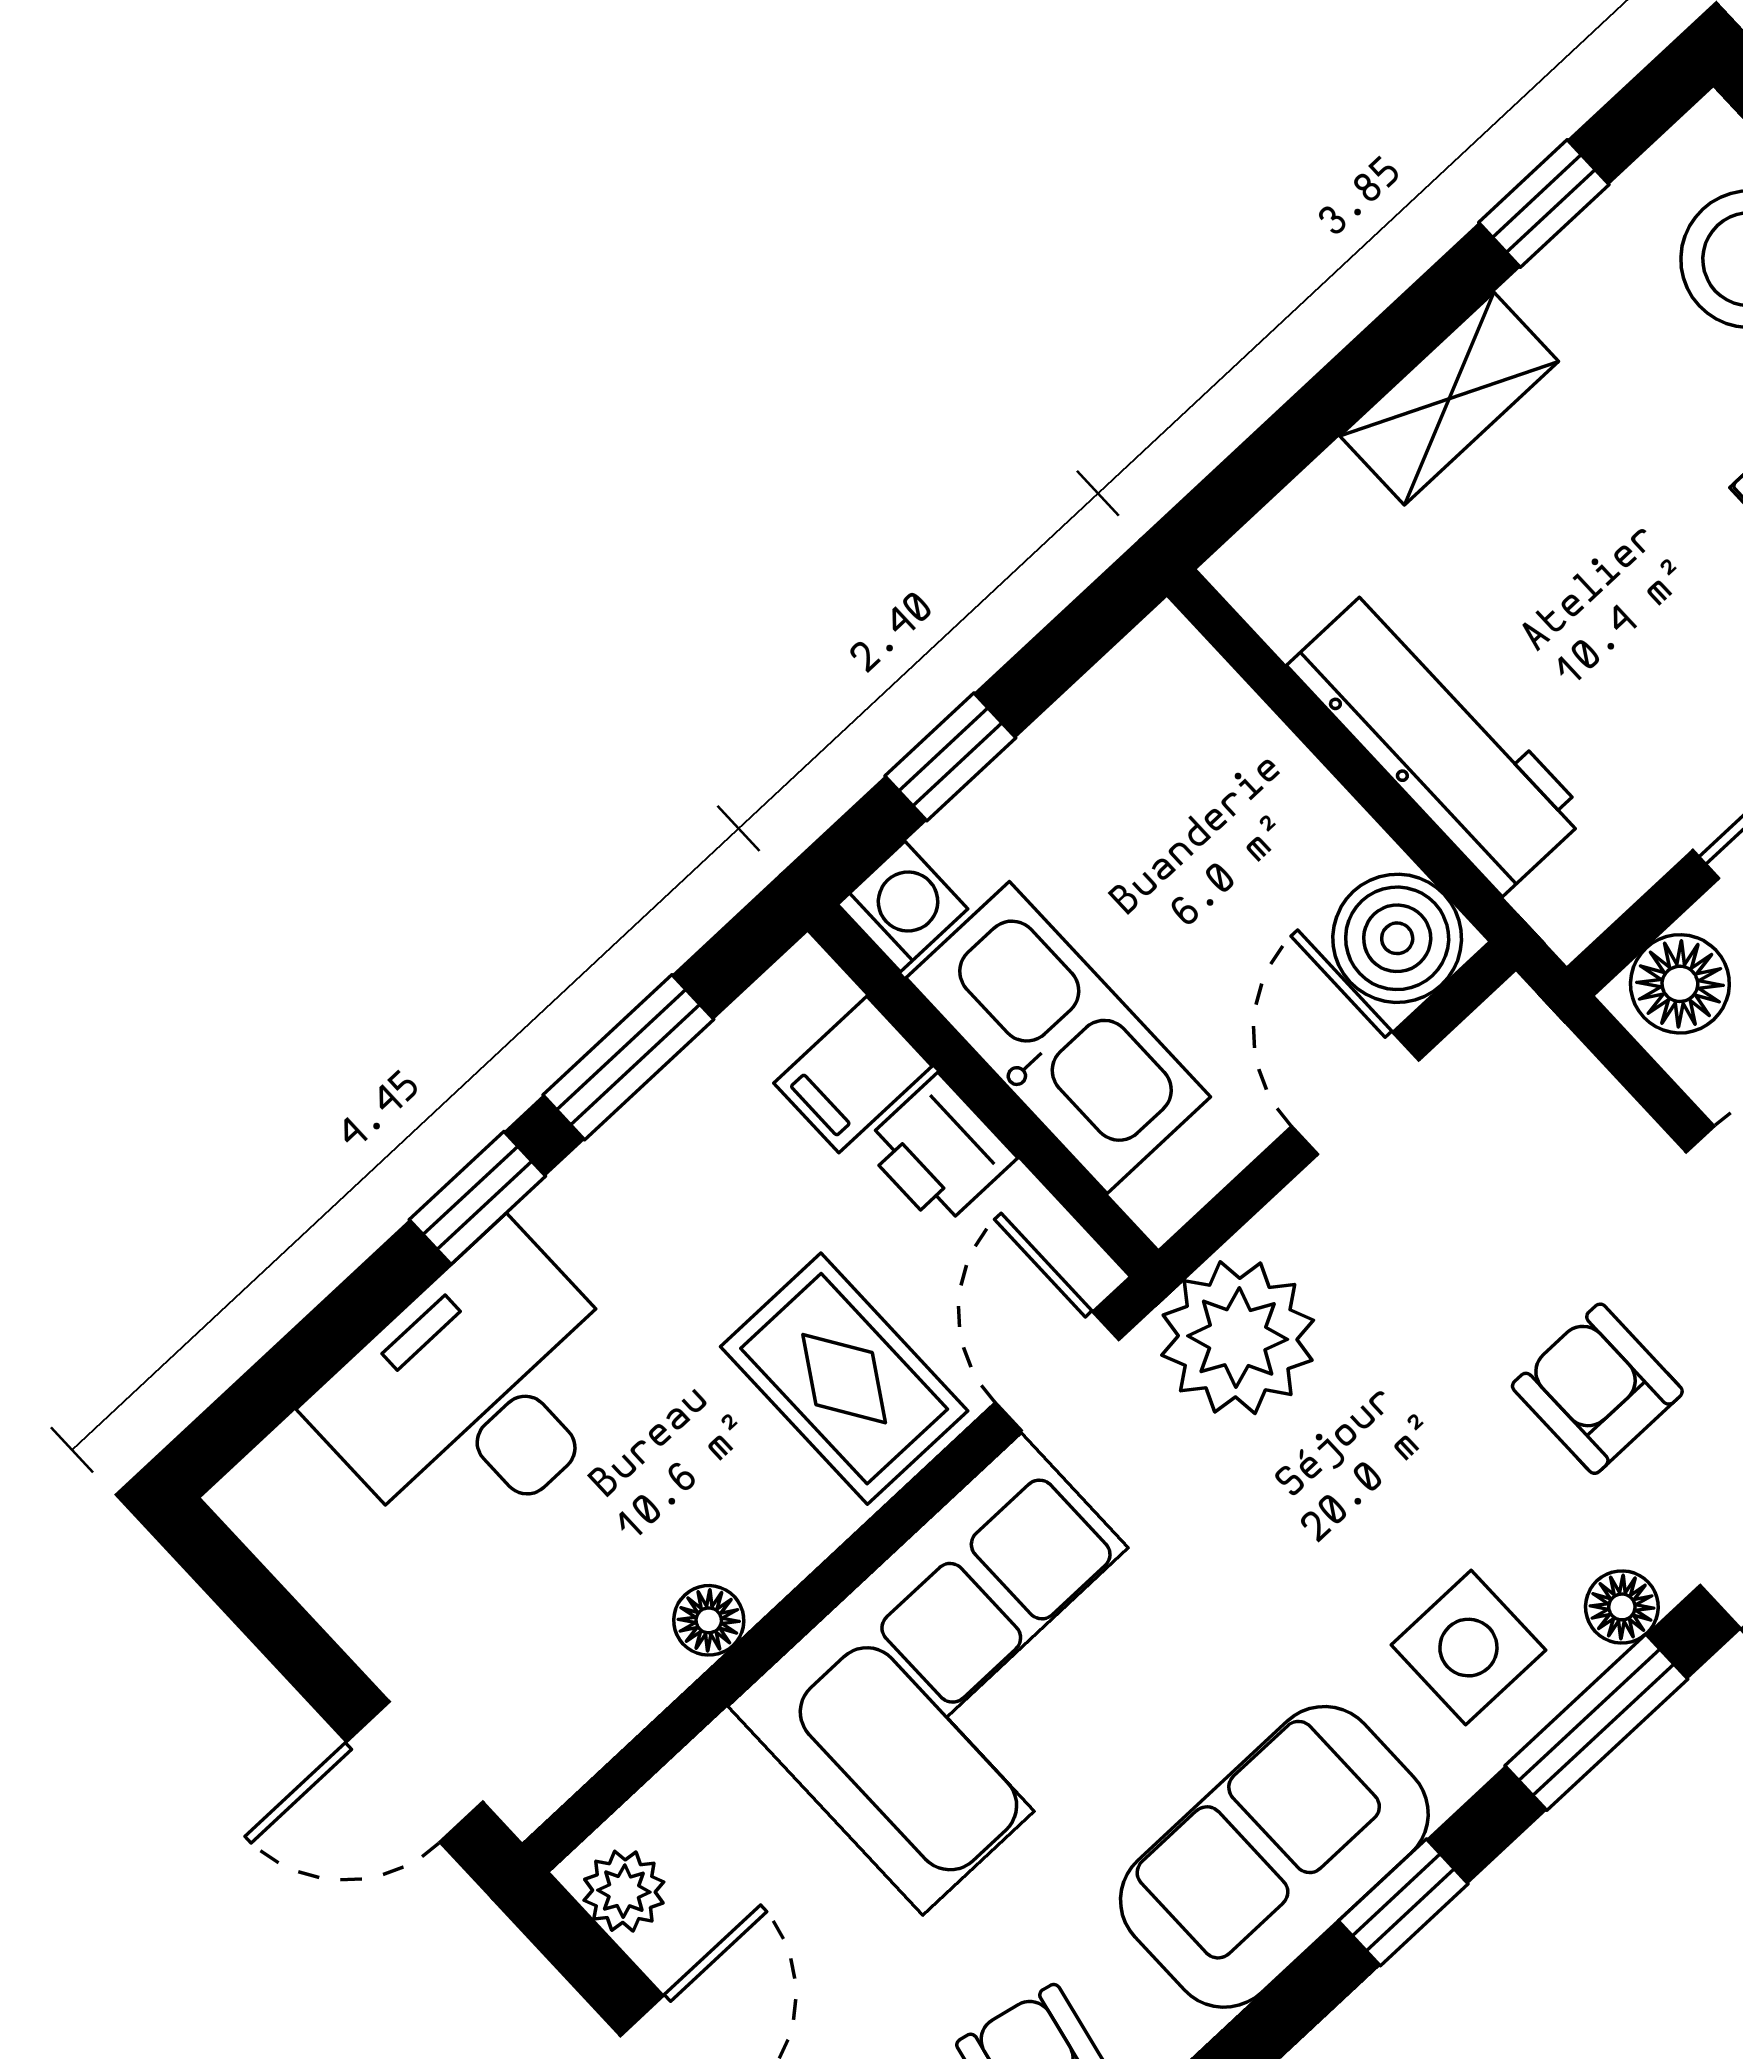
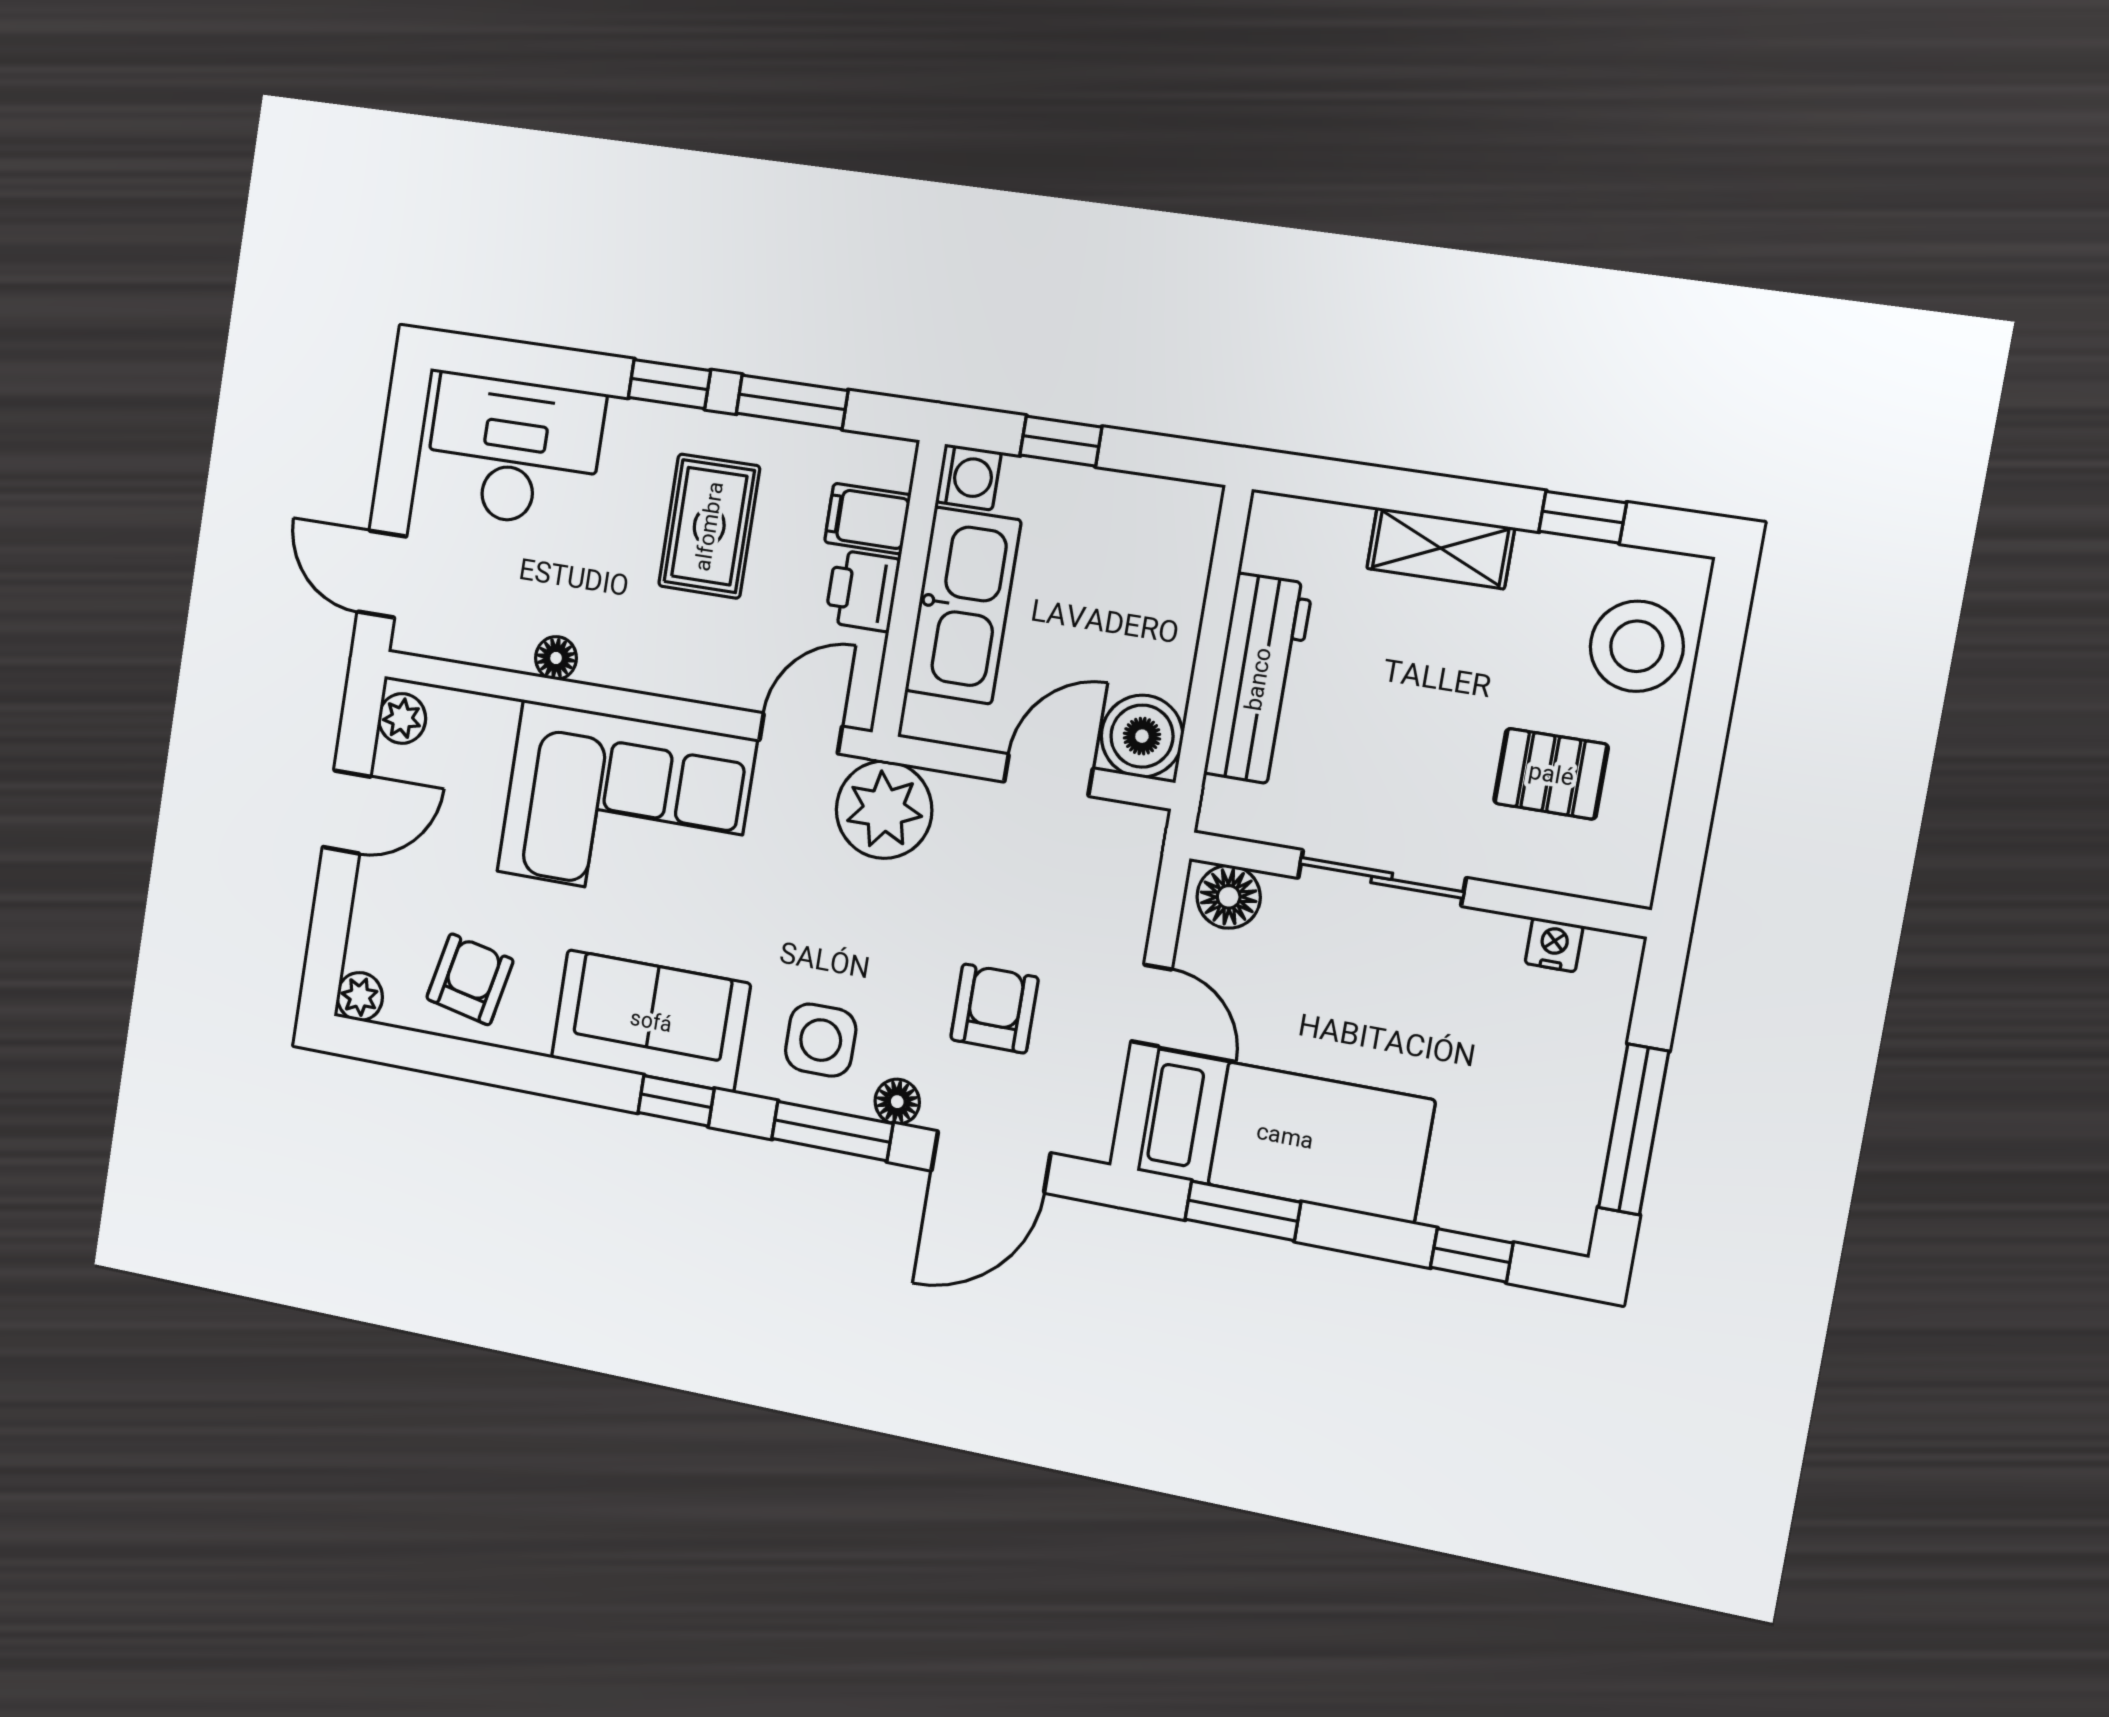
rug: (844, 1379) -> (709, 526), moved
desk: (478, 1394) -> (514, 451), moved

